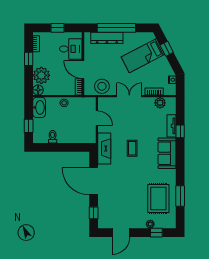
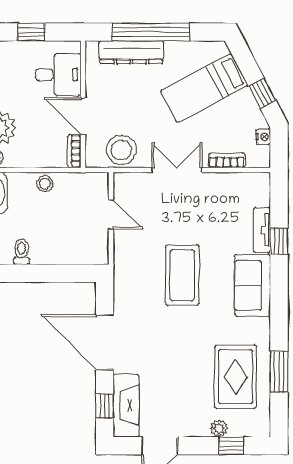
window: (167, 49) -> (262, 93), moved
plant: (160, 103) -> (239, 183), removed
coffee table: (132, 148) -> (182, 275), width x1.86, depth x1.72
fireplace: (104, 149) -> (126, 406), moved

